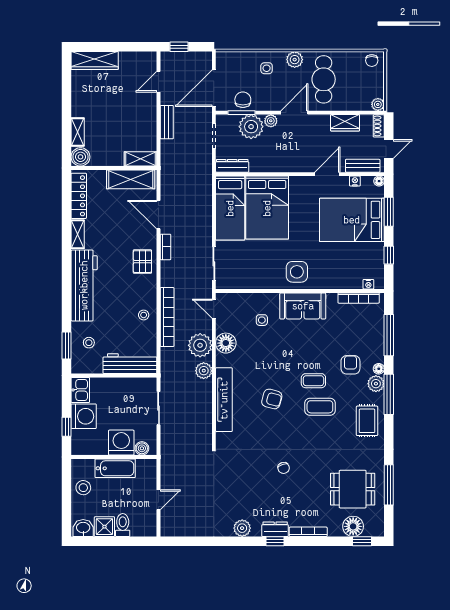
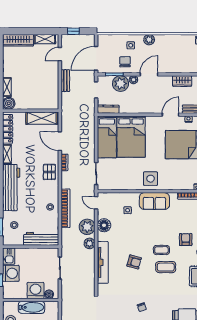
cafe table: (324, 79) -> (168, 53), removed
chair: (243, 100) -> (125, 62), moved
shelving: (140, 159) -> (45, 39), moved

